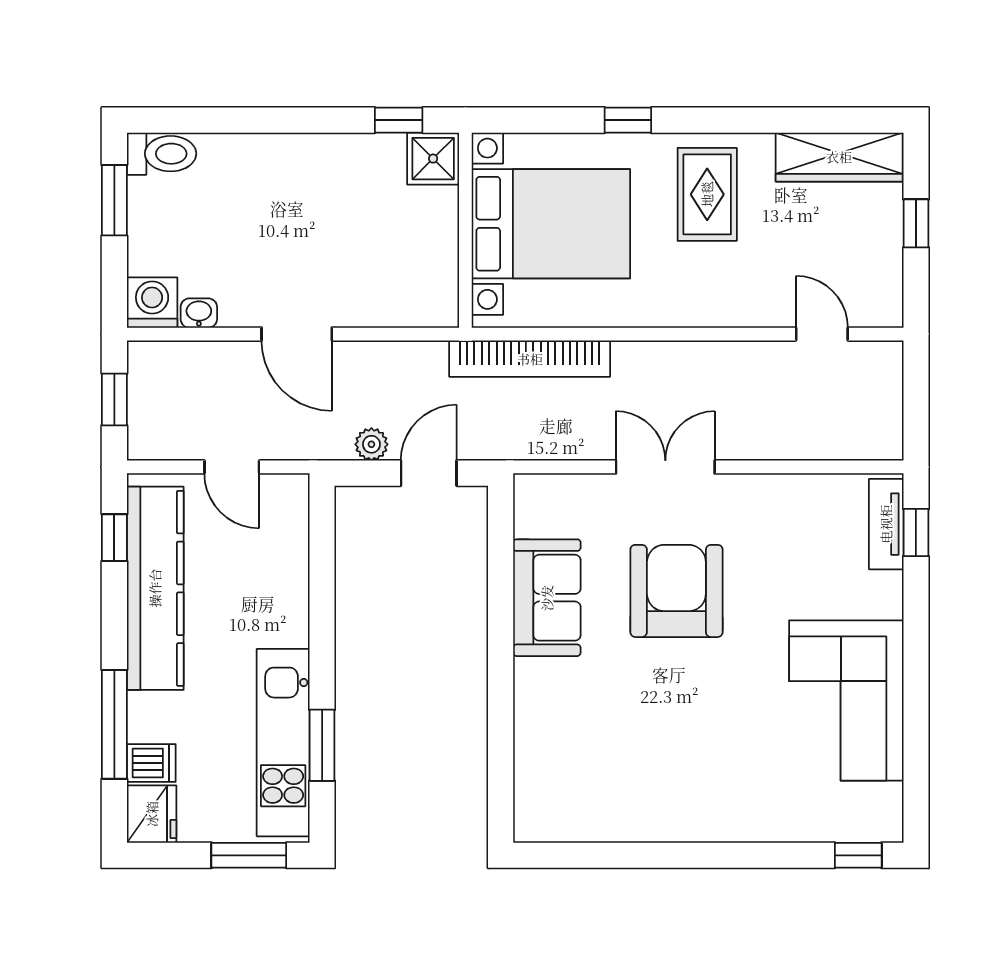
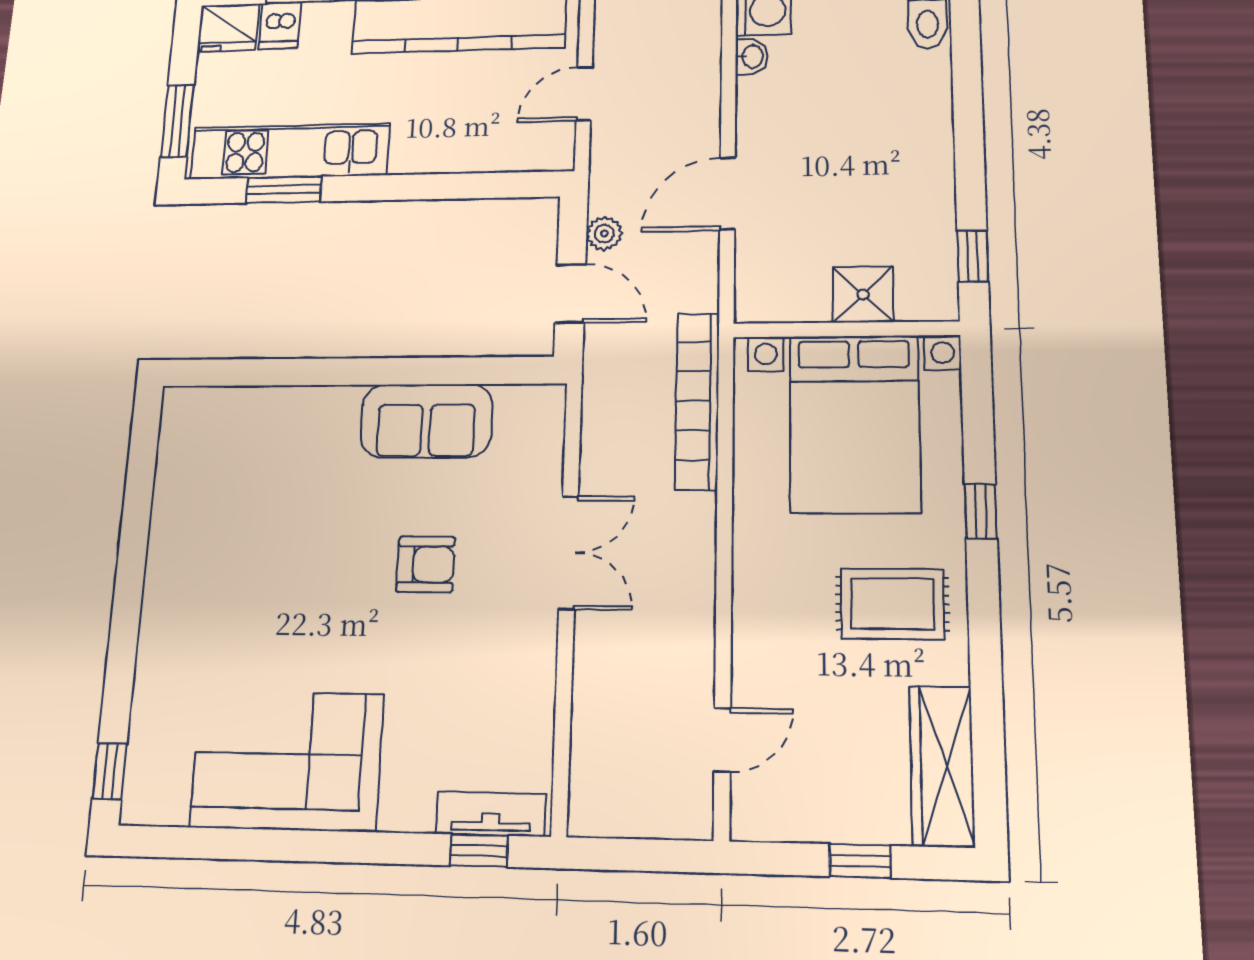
shower: (433, 159) -> (863, 294), moved
door: (297, 334) -> (727, 194), moved
armchair: (676, 591) -> (426, 564), width x0.53, depth x0.53

